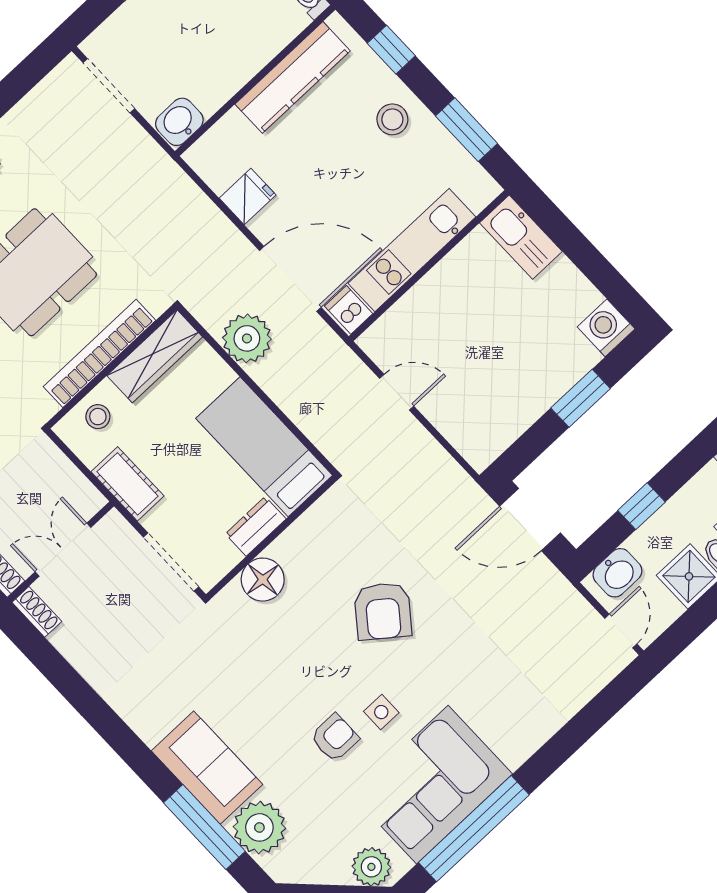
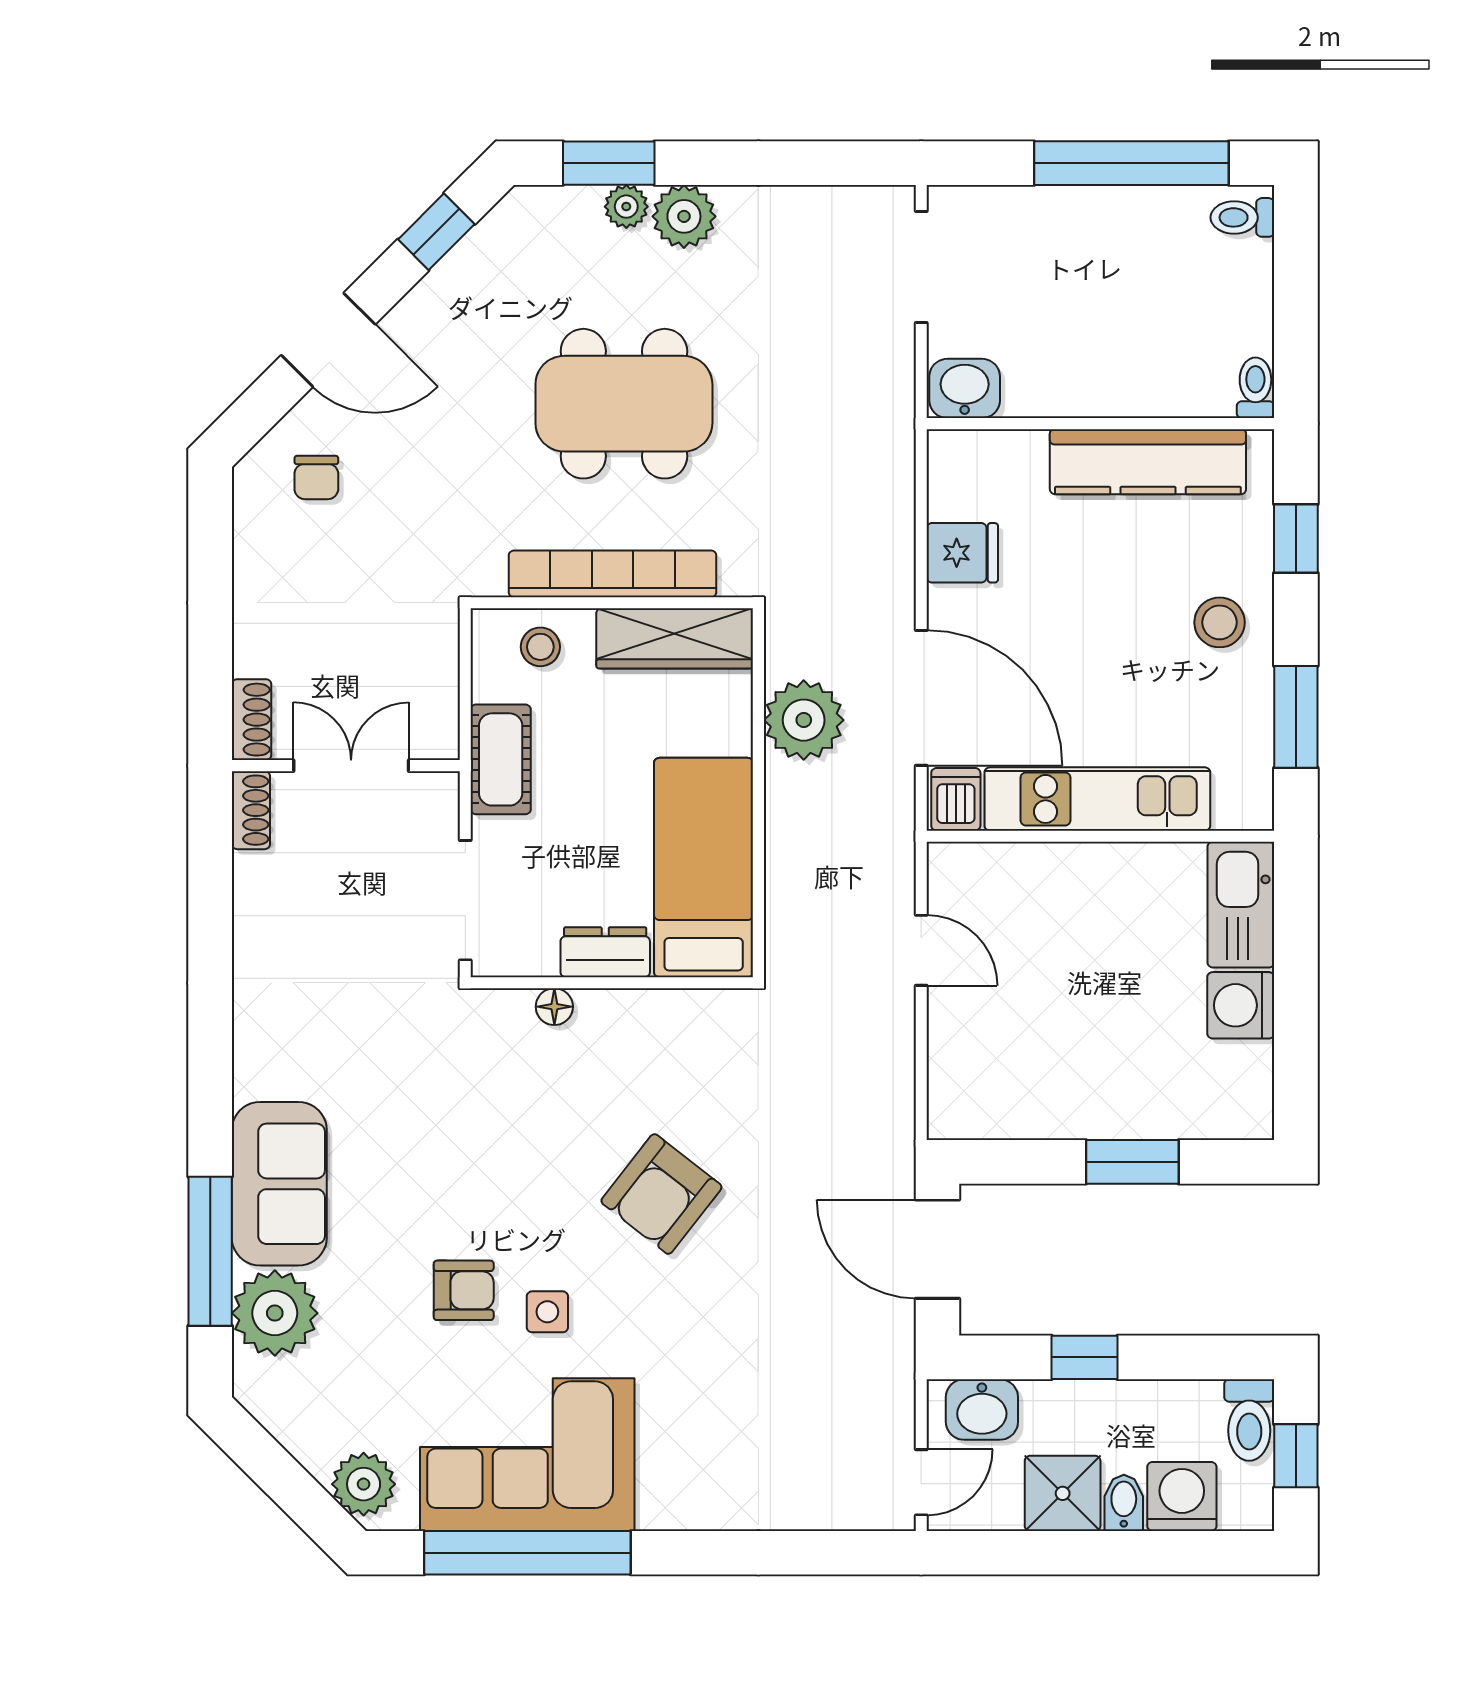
washing machine: (606, 328) -> (1241, 1005), moved, turned -90
floor lamp: (263, 580) -> (554, 1007), width x0.53, depth x0.53

